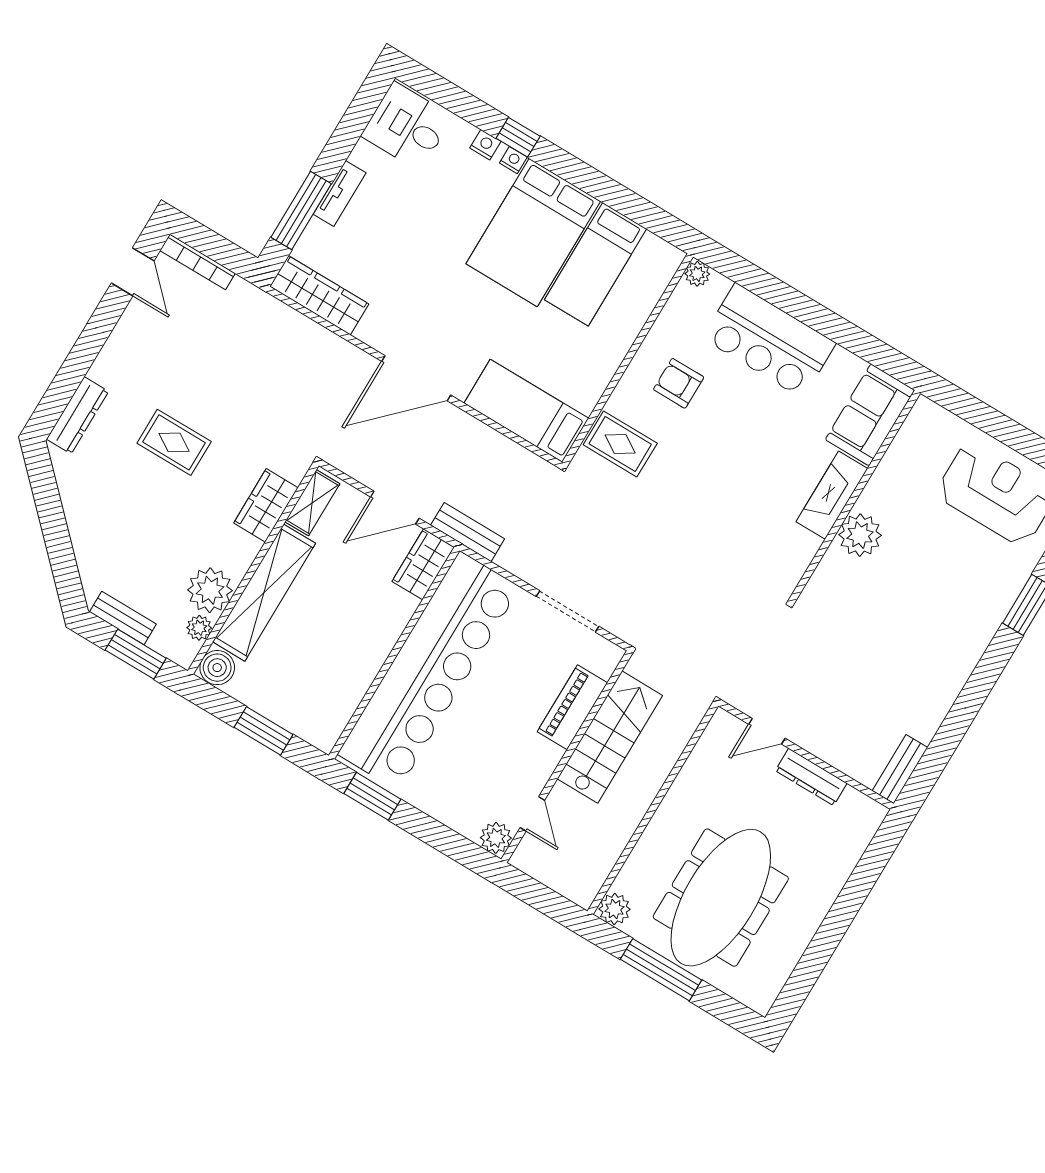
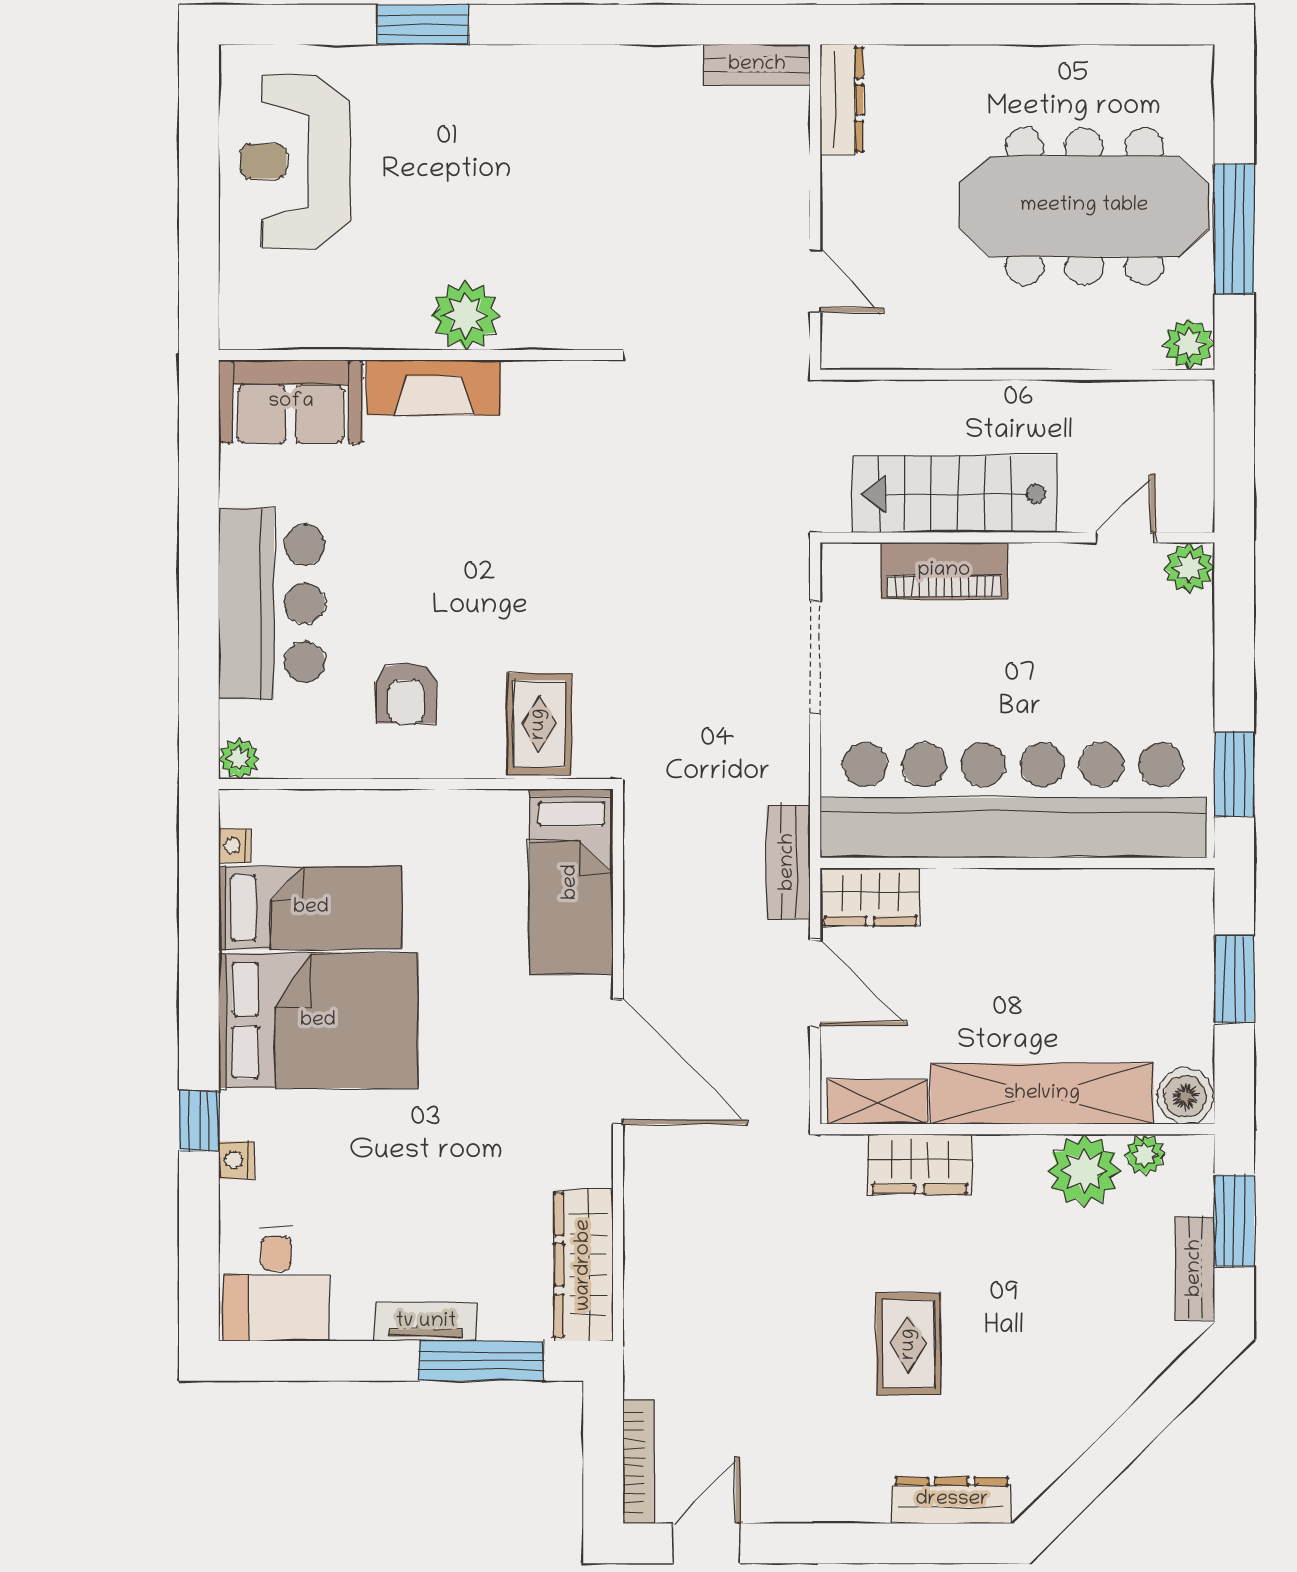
nightstand: (513, 160) -> (234, 846), moved
dresser: (811, 777) -> (842, 99), moved

